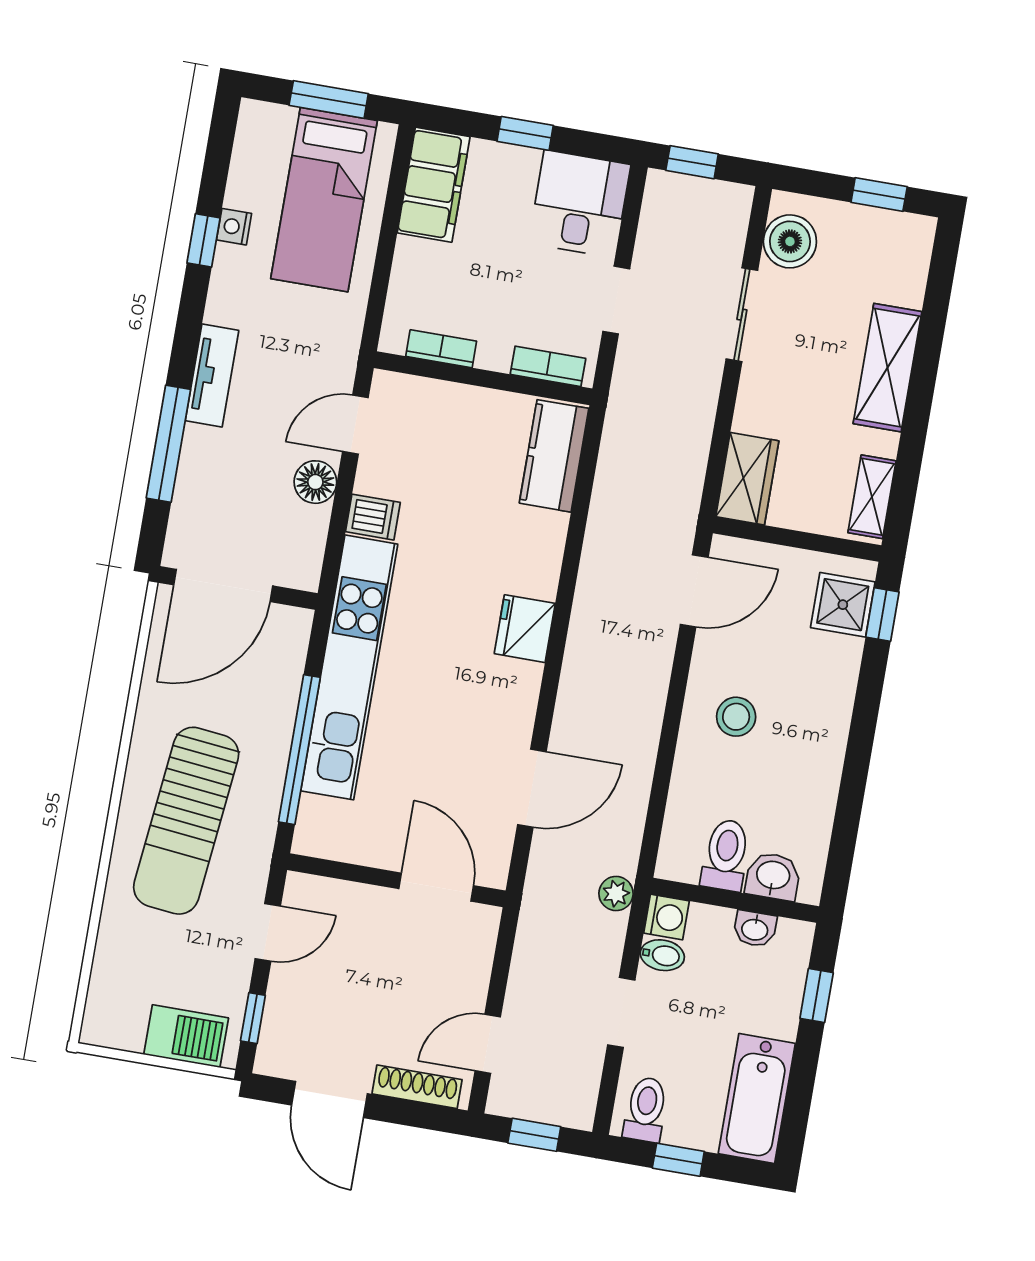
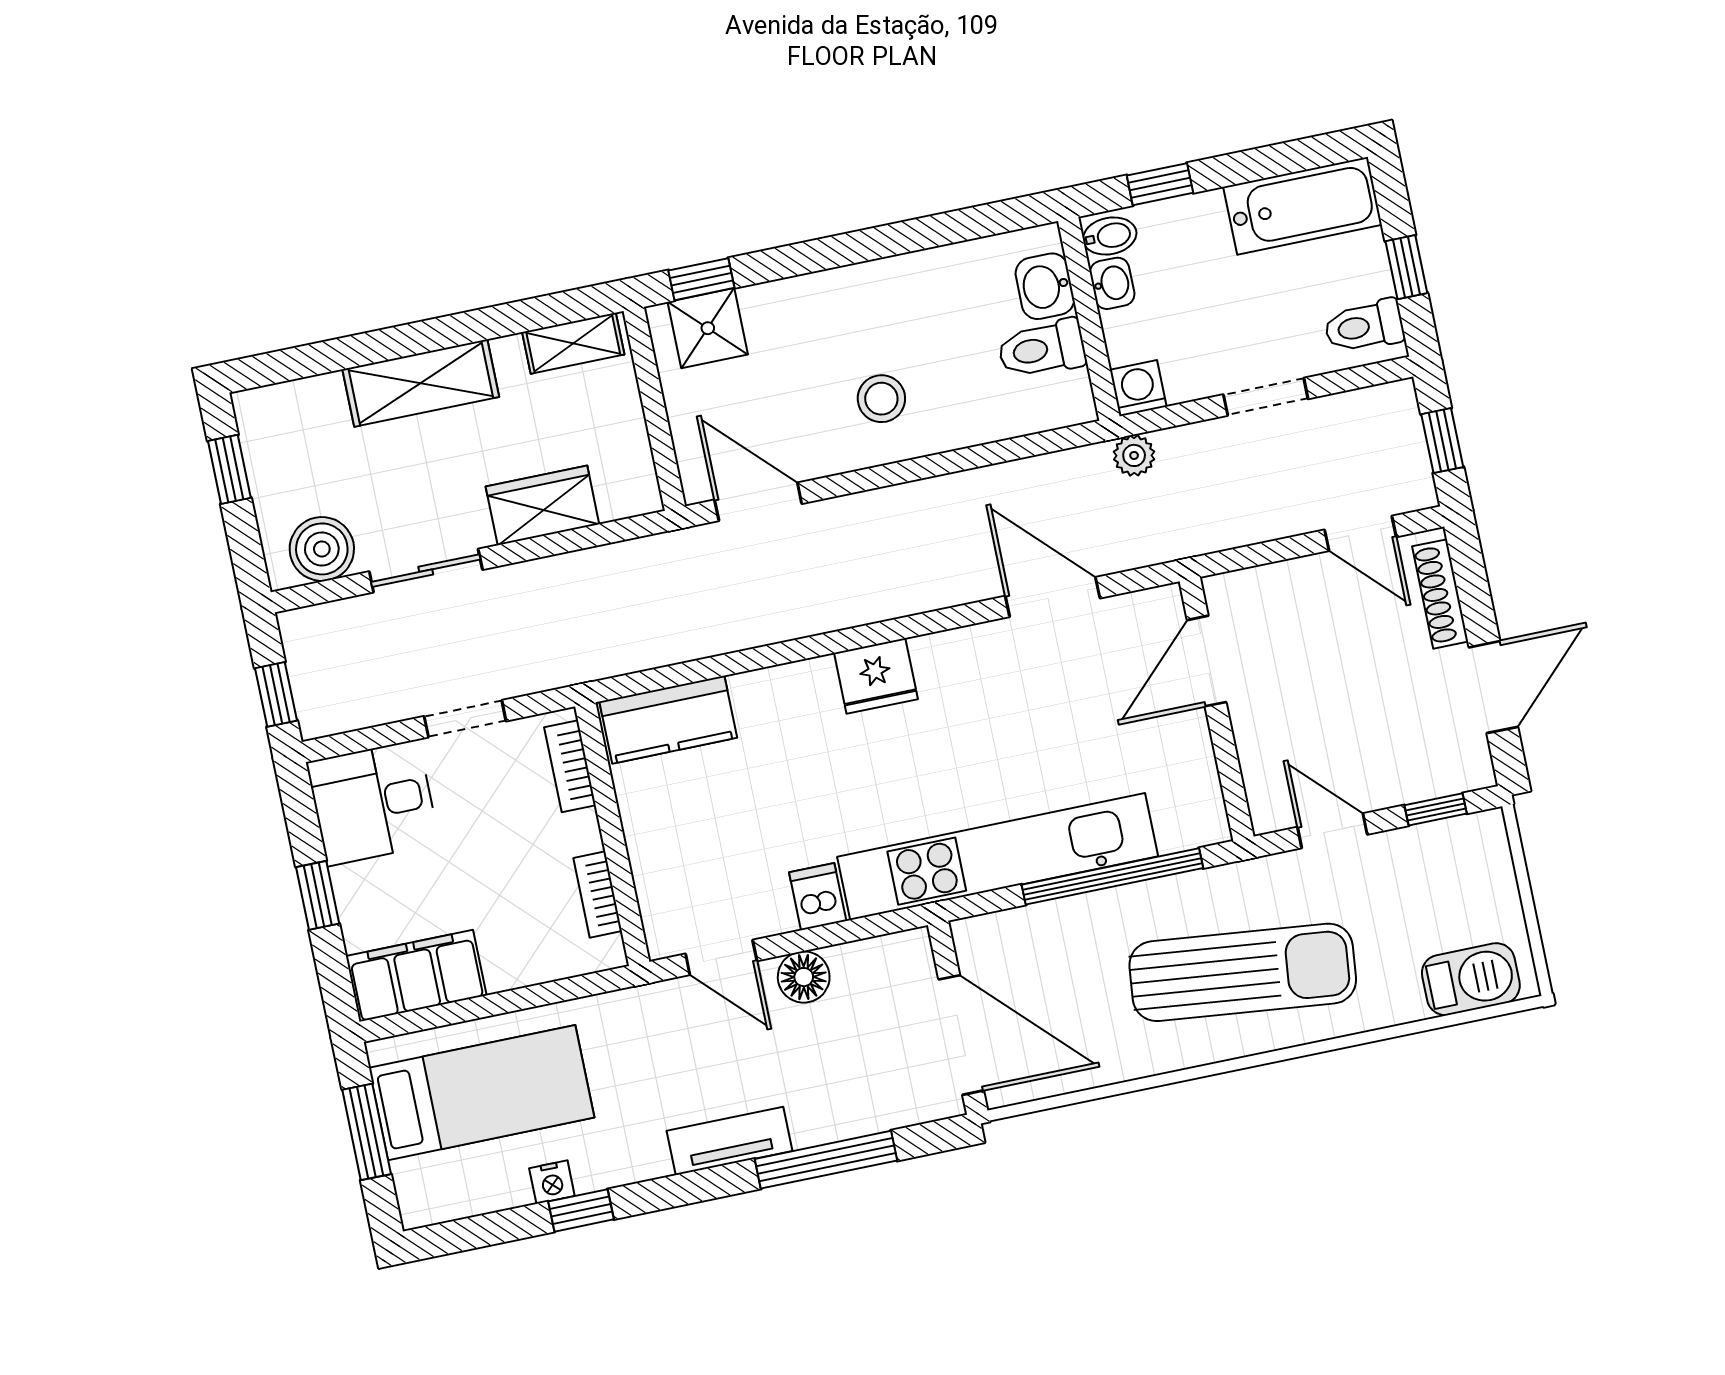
wardrobe: (747, 479) -> (542, 505), moved
bidet: (662, 955) -> (1110, 236), moved, turned 90
barbecue: (186, 1036) -> (1471, 979), moved, turned 90

